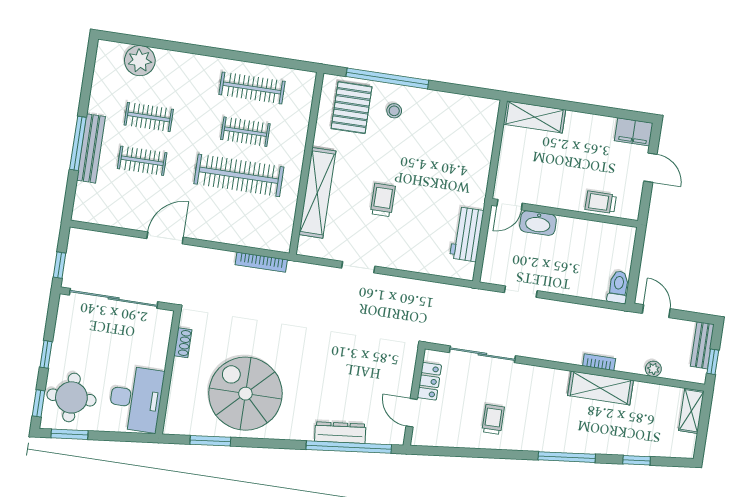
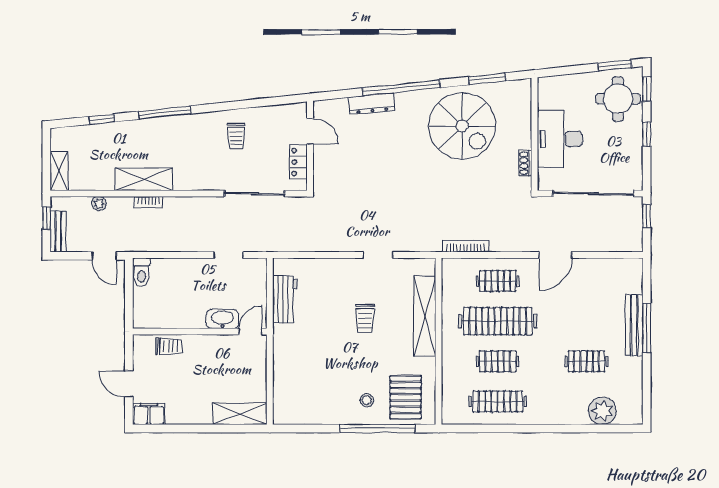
clothes rail: (142, 161) -> (498, 281), moved
desk: (136, 399) -> (560, 139), moved
window: (349, 447) -> (401, 88), moved

